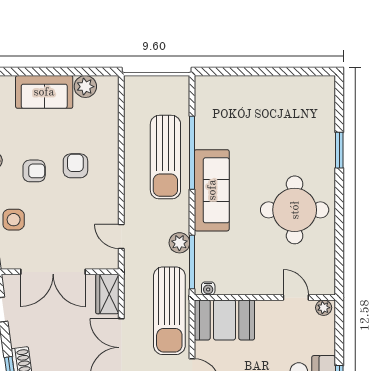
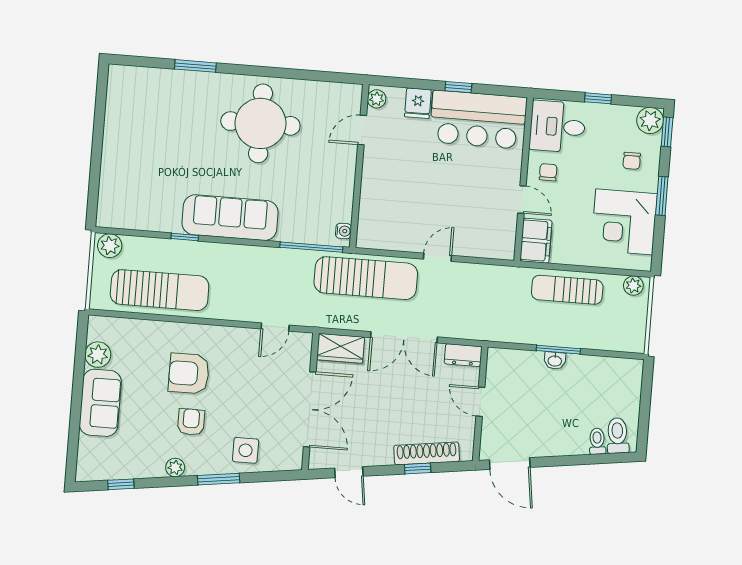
window: (192, 153) -> (185, 237), width x0.32
sun lounger: (165, 157) -> (160, 290), moved
armchair: (75, 166) -> (189, 373), width x1.38, depth x1.38
plant: (179, 243) -> (110, 246), moved
booth: (224, 320) -> (382, 215), removed
fridge: (323, 343) -> (418, 103), added

